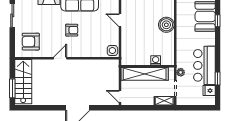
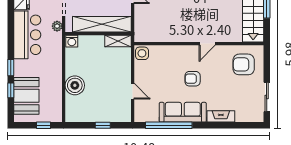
armchair: (31, 42) -> (244, 64), turned 180
shelving: (132, 60) -> (118, 41), added
washing machine: (156, 60) -> (72, 41), moved
window: (218, 79) -> (11, 68), moved

